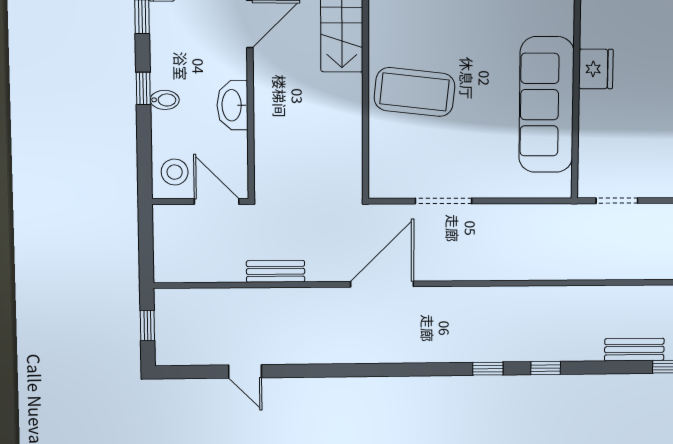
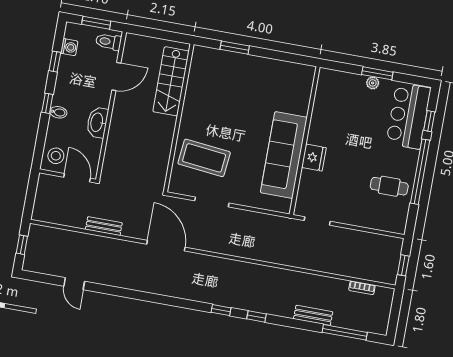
fridge: (596, 69) -> (314, 158), moved
coffee table: (415, 92) -> (204, 158), moved
door: (382, 284) -> (166, 246), hinge flipped

